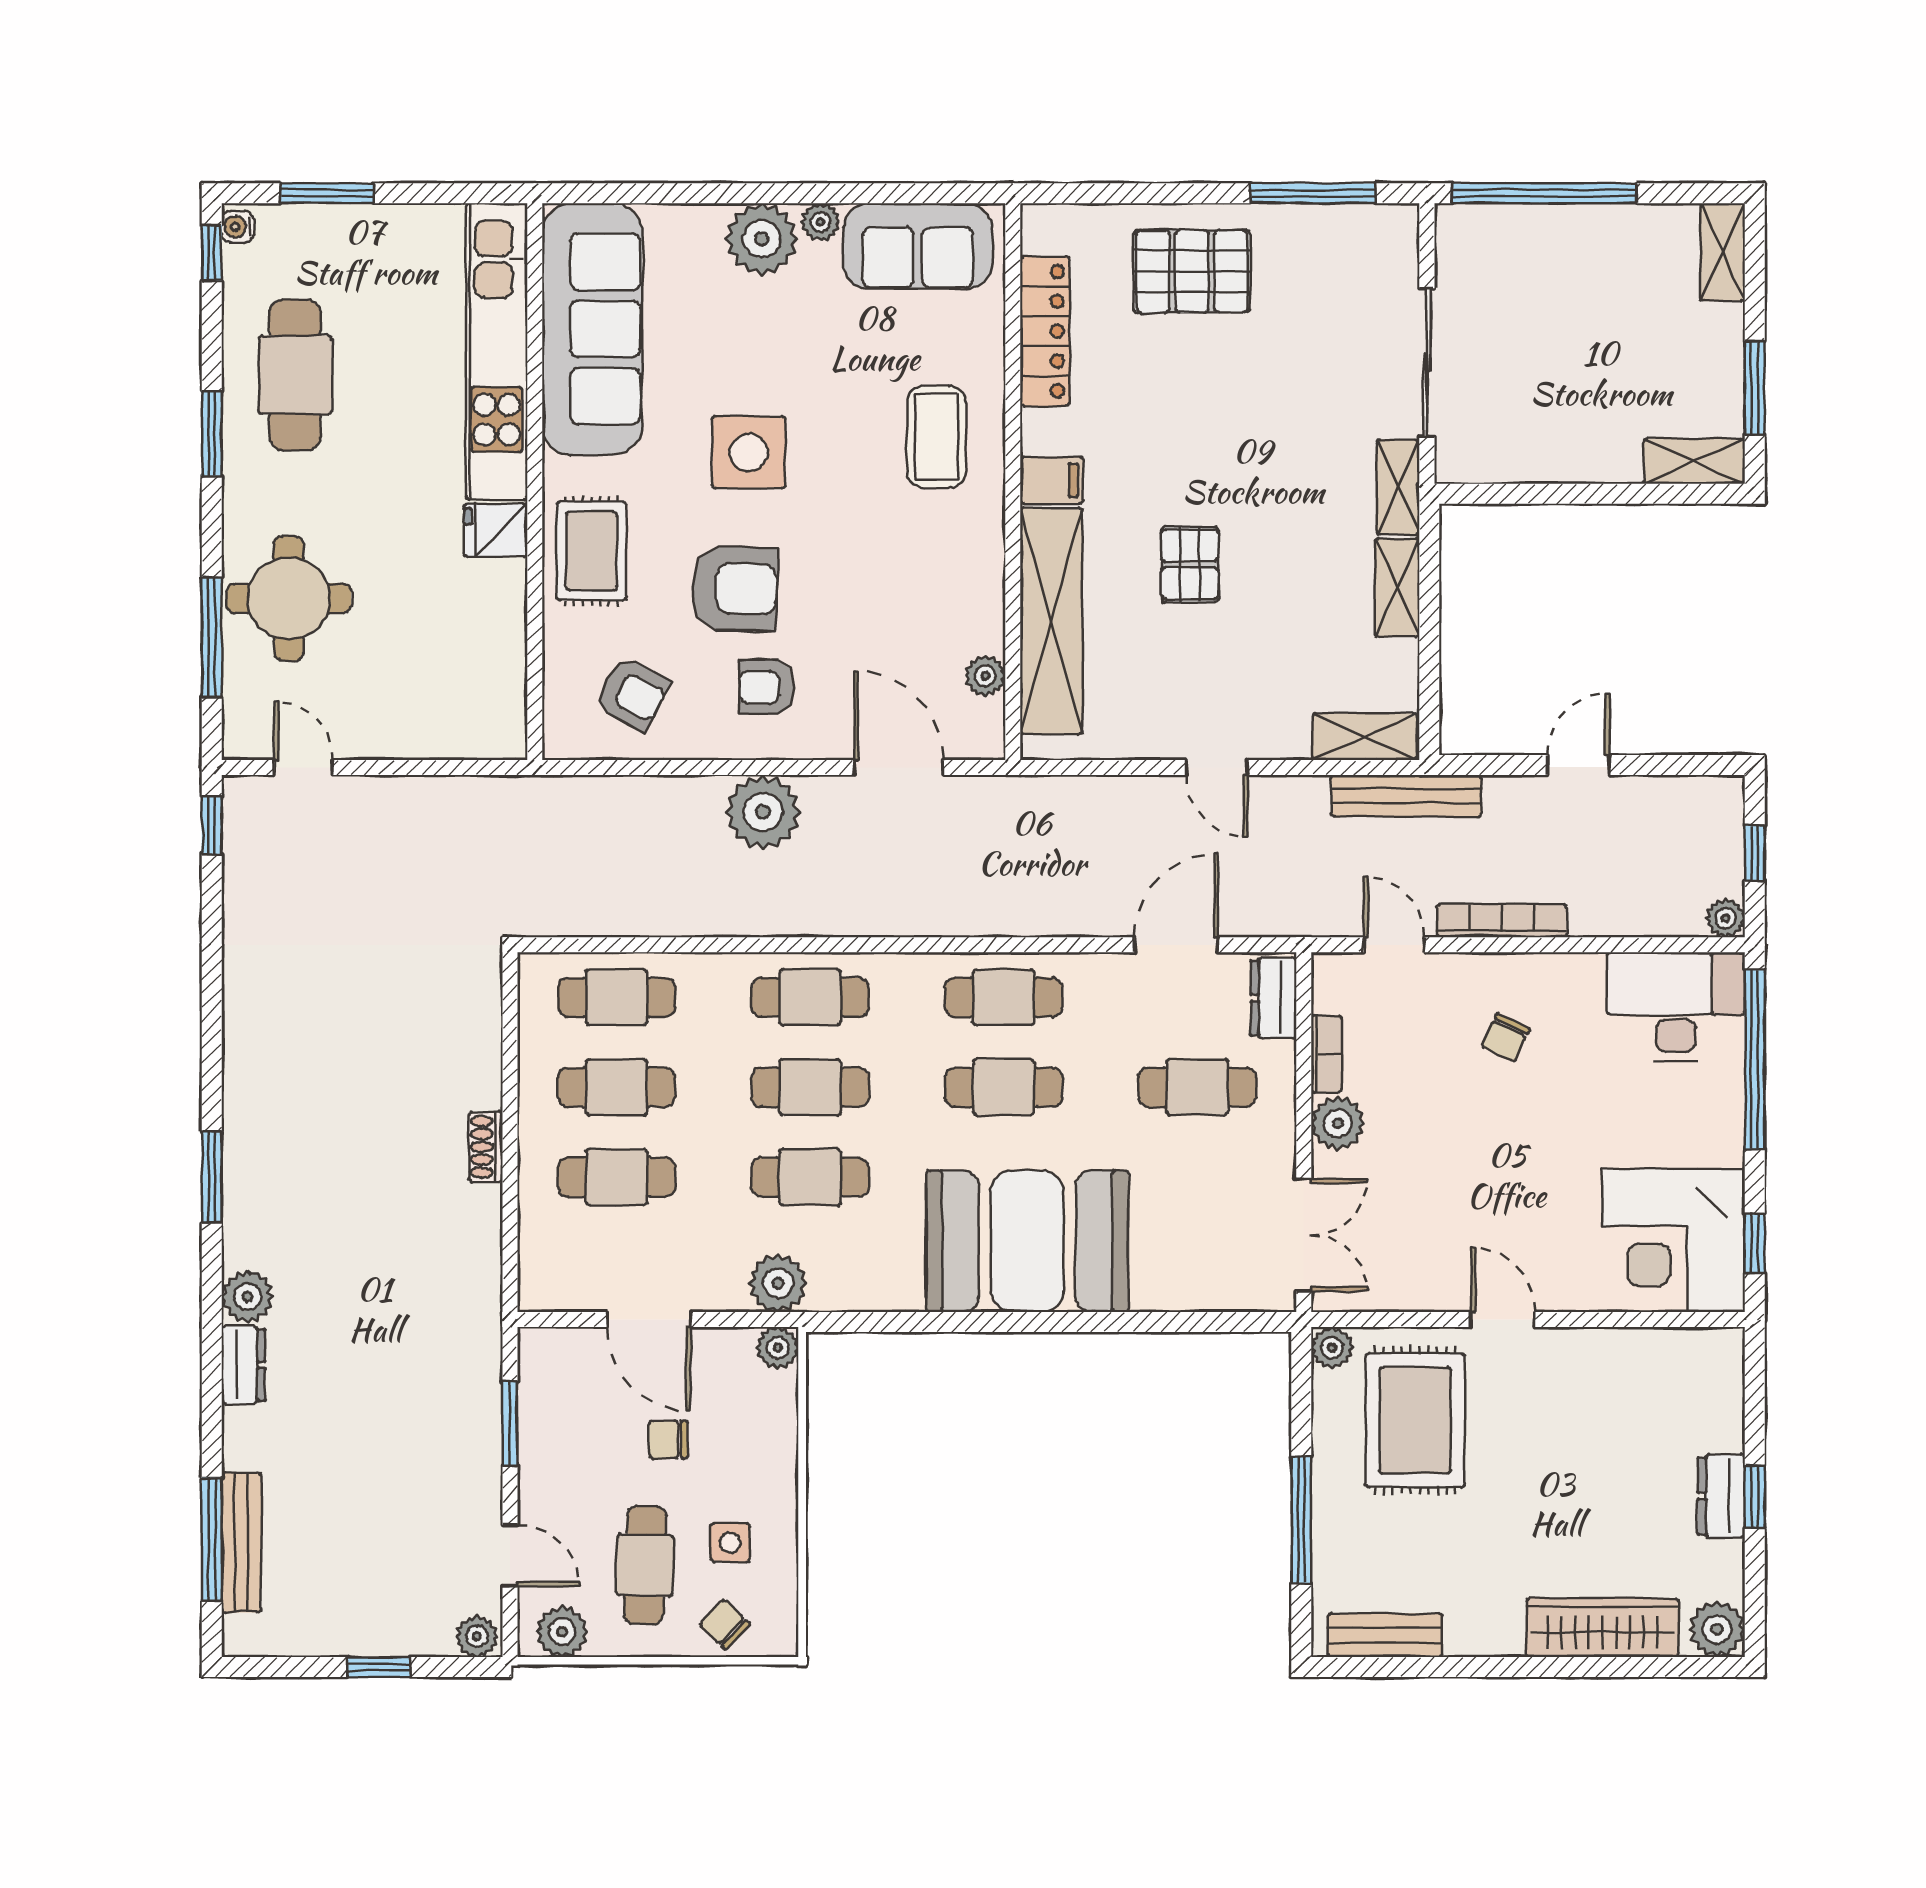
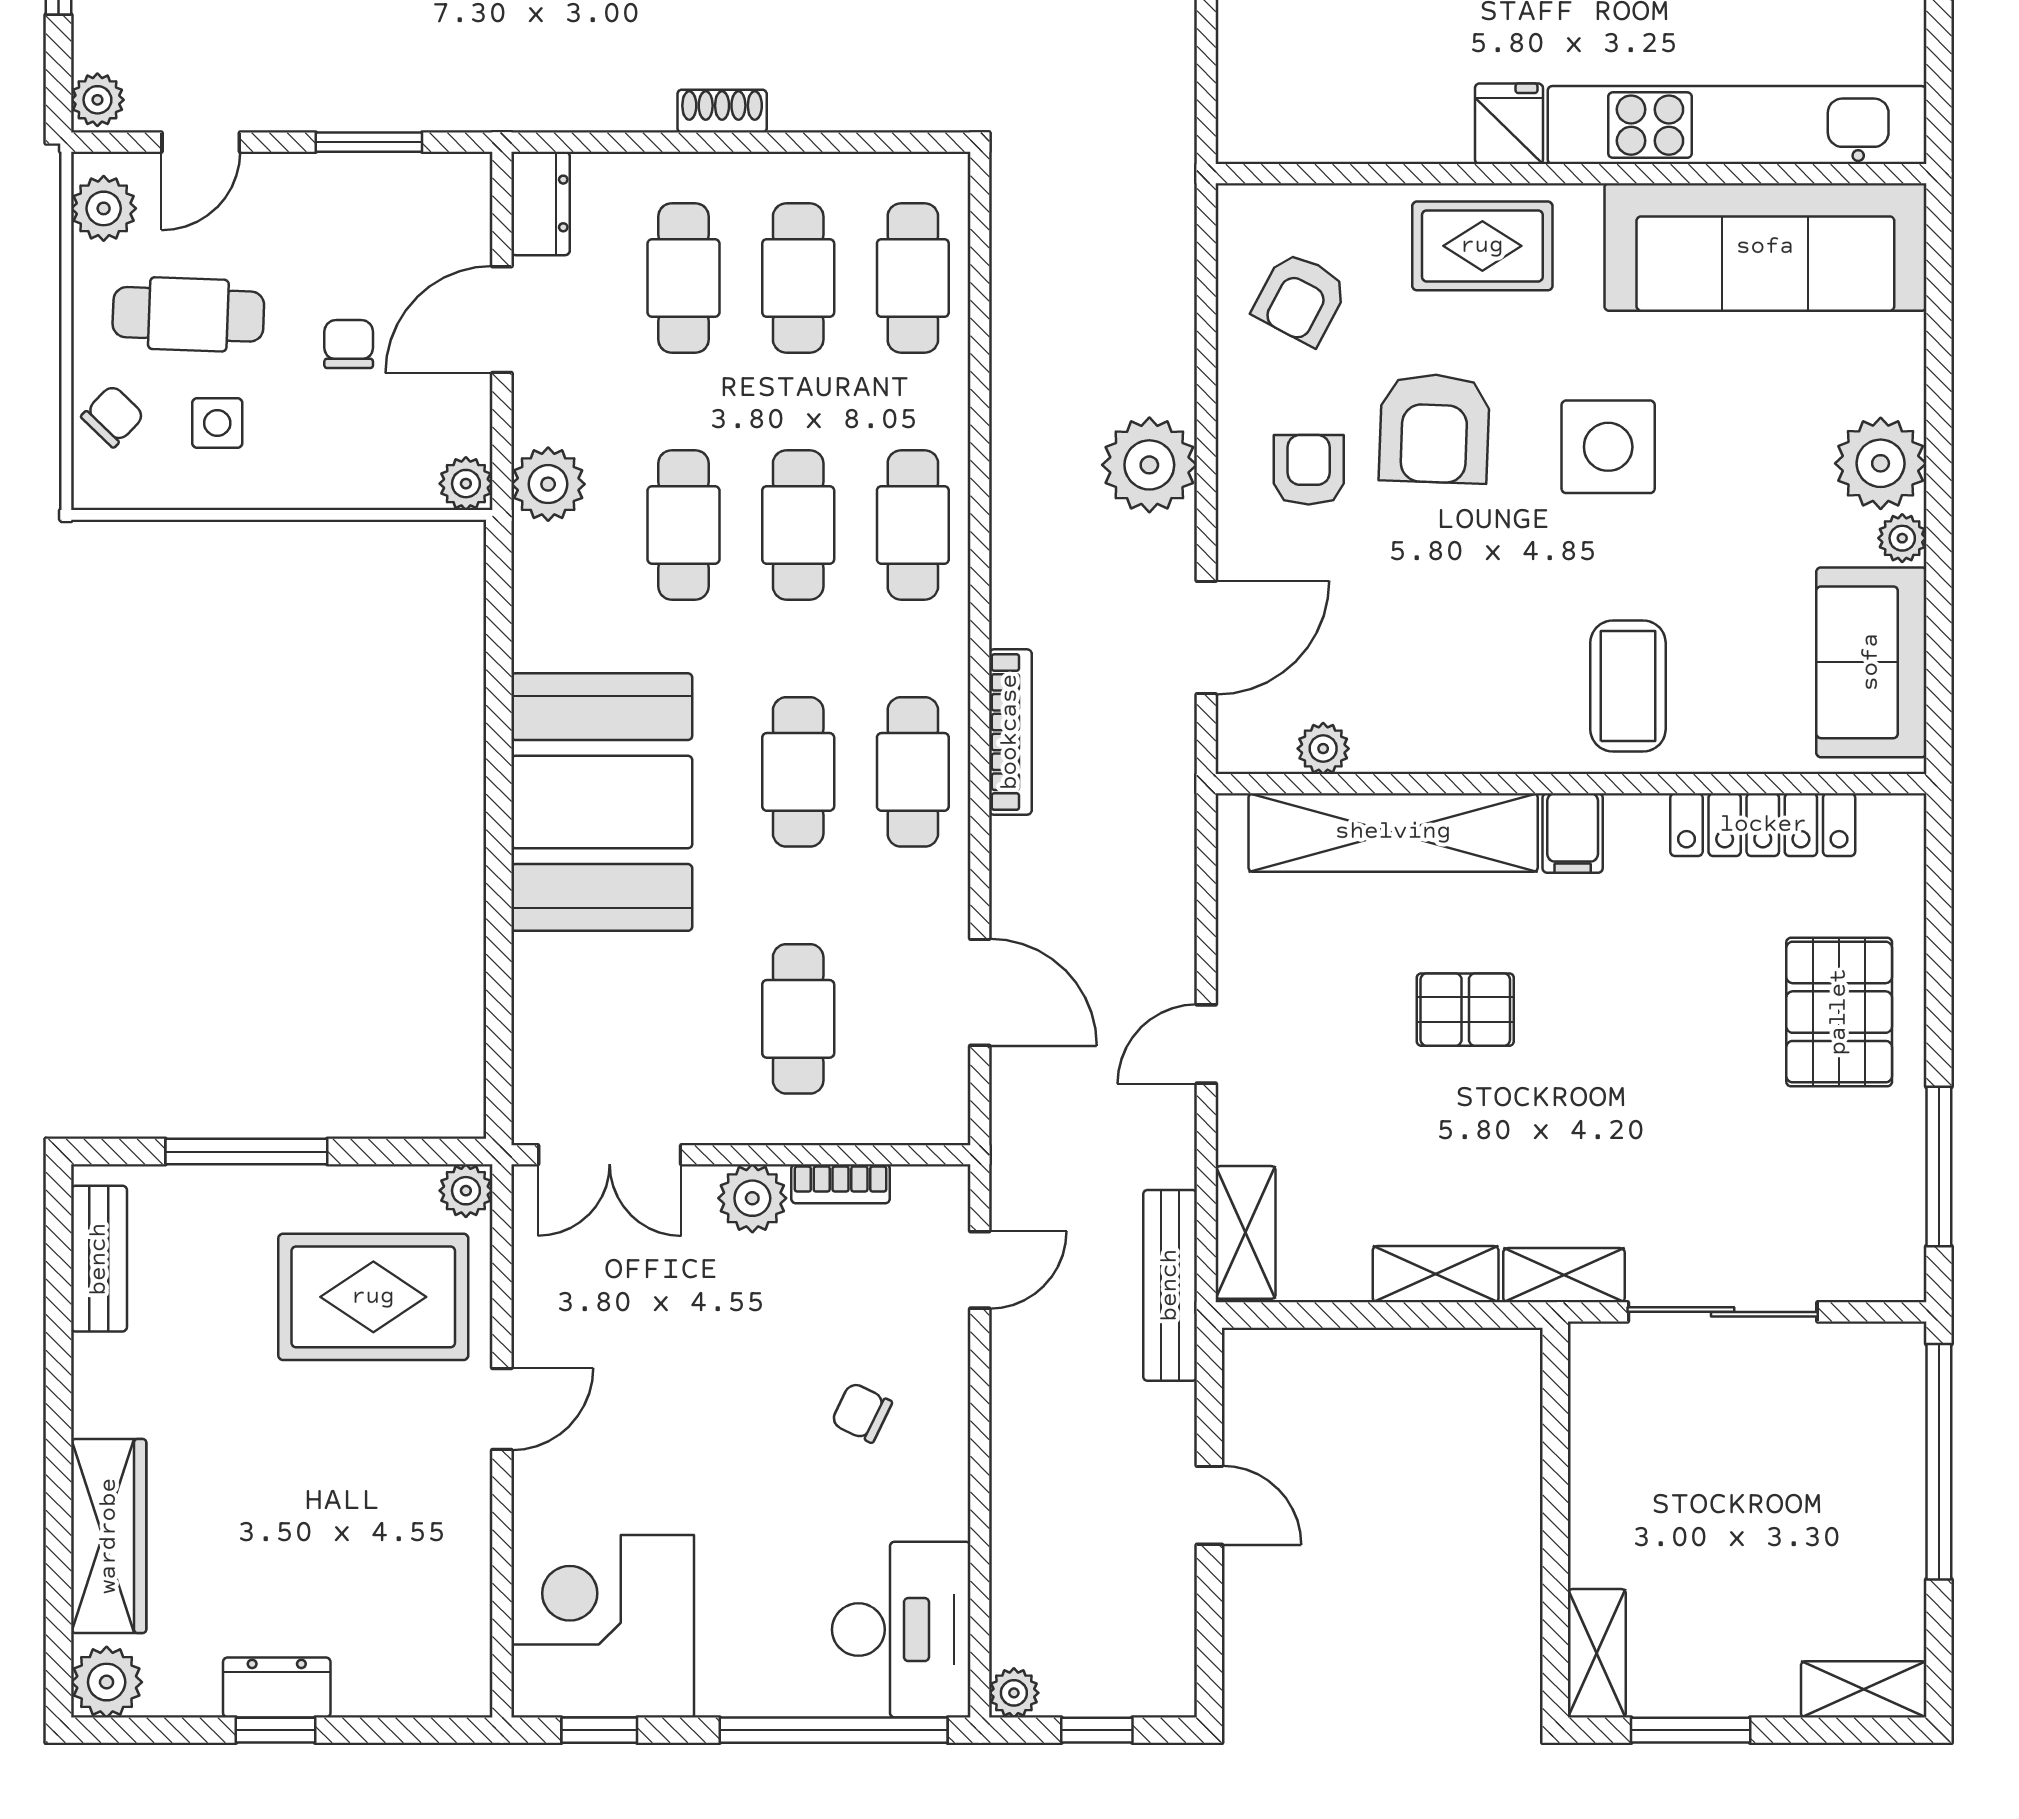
coffee table: (936, 437) -> (1628, 686), turned 90
bookcase: (1502, 921) -> (1010, 732), moved
dresser: (1273, 998) -> (540, 203), moved, turned 90

